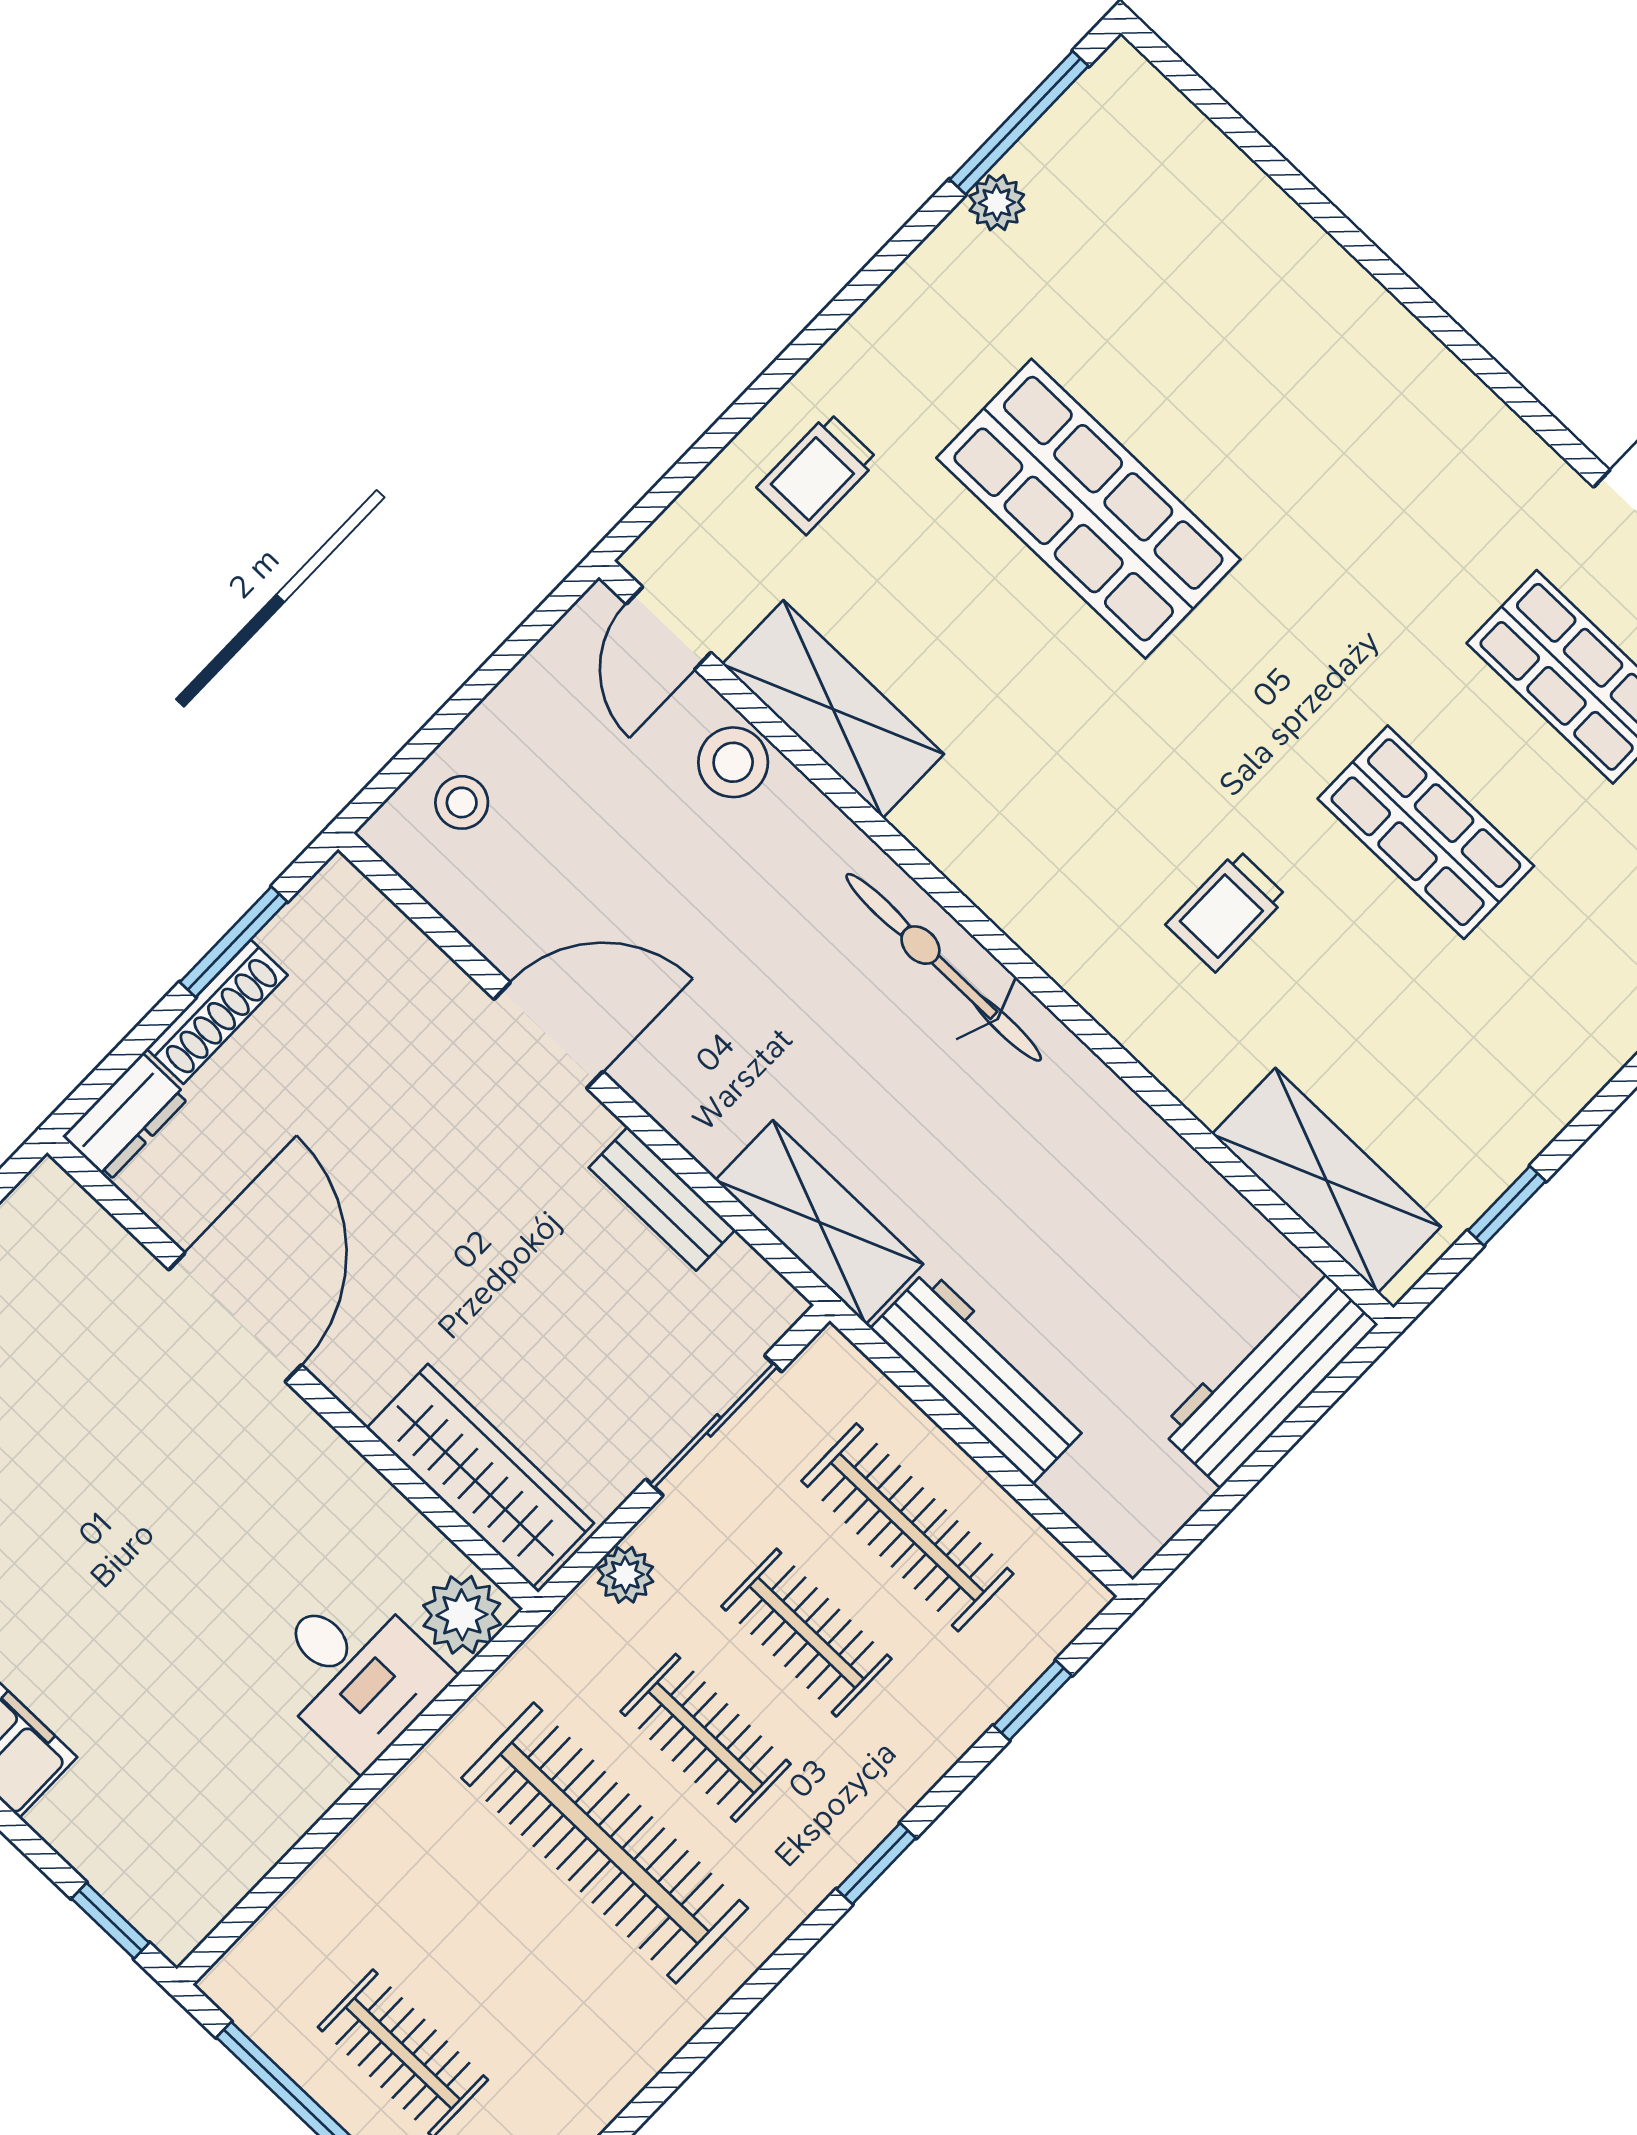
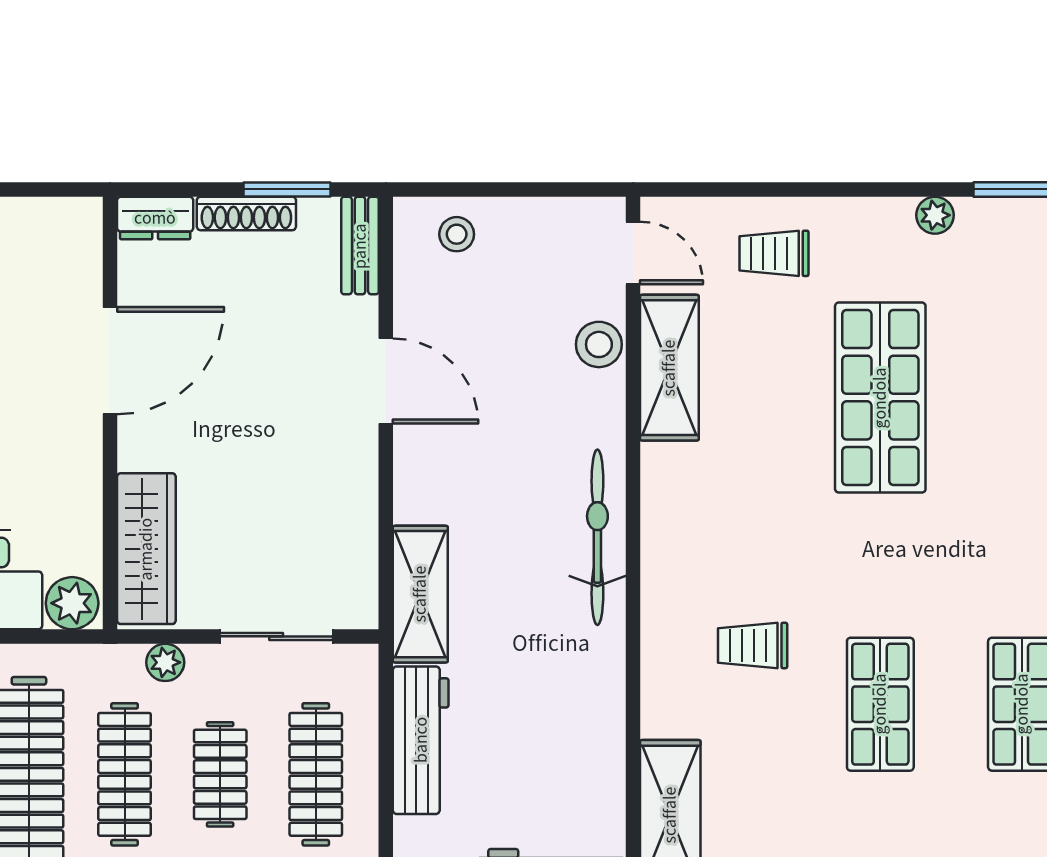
plant: (997, 203) -> (935, 215), moved
door: (668, 628) -> (633, 253), swing flipped
bench: (662, 1199) -> (360, 246), moved
clothes rail: (706, 1738) -> (125, 774), width x1.36

